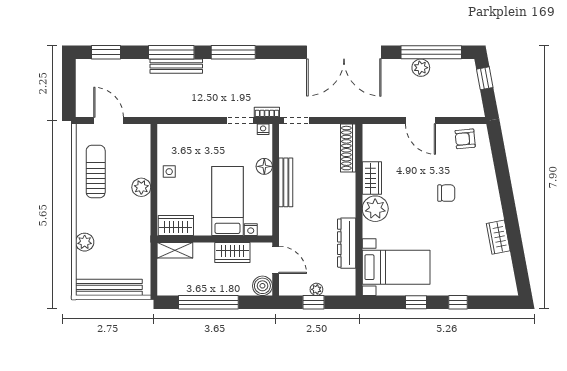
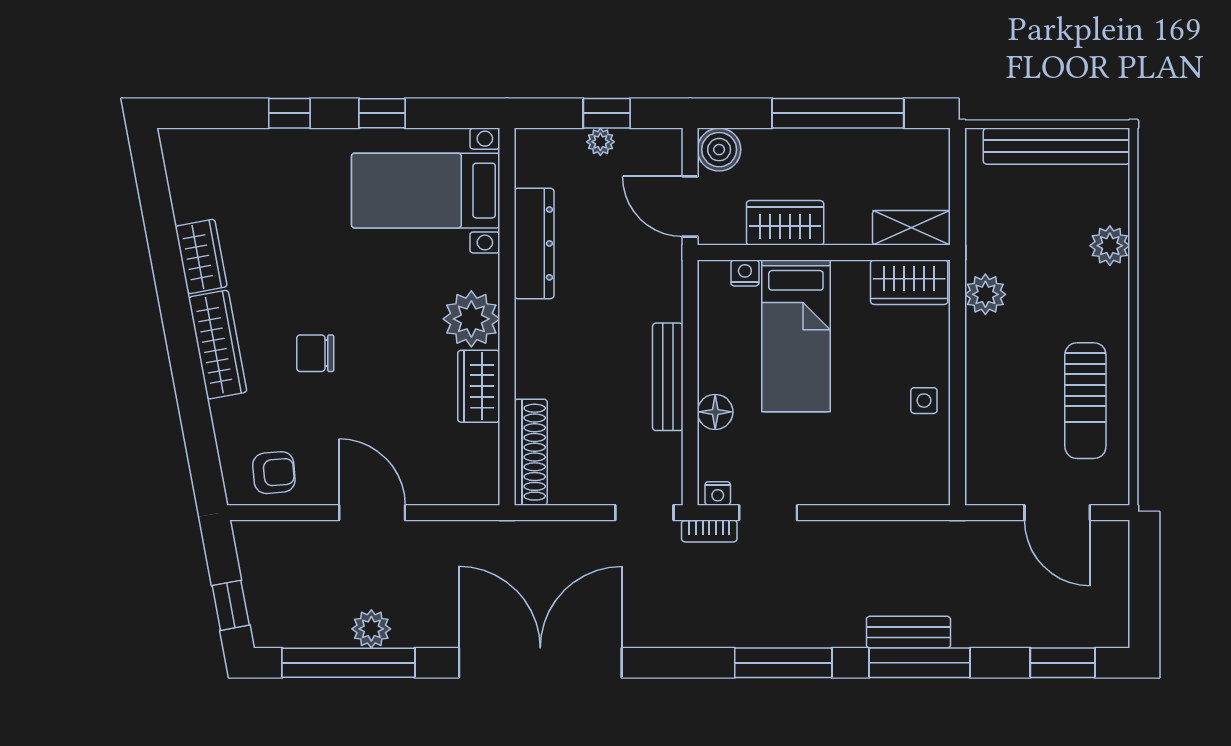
bench: (176, 66) -> (908, 632), width x0.73
plant: (141, 187) -> (985, 294), moved
wardrobe: (491, 197) -> (218, 345), added

